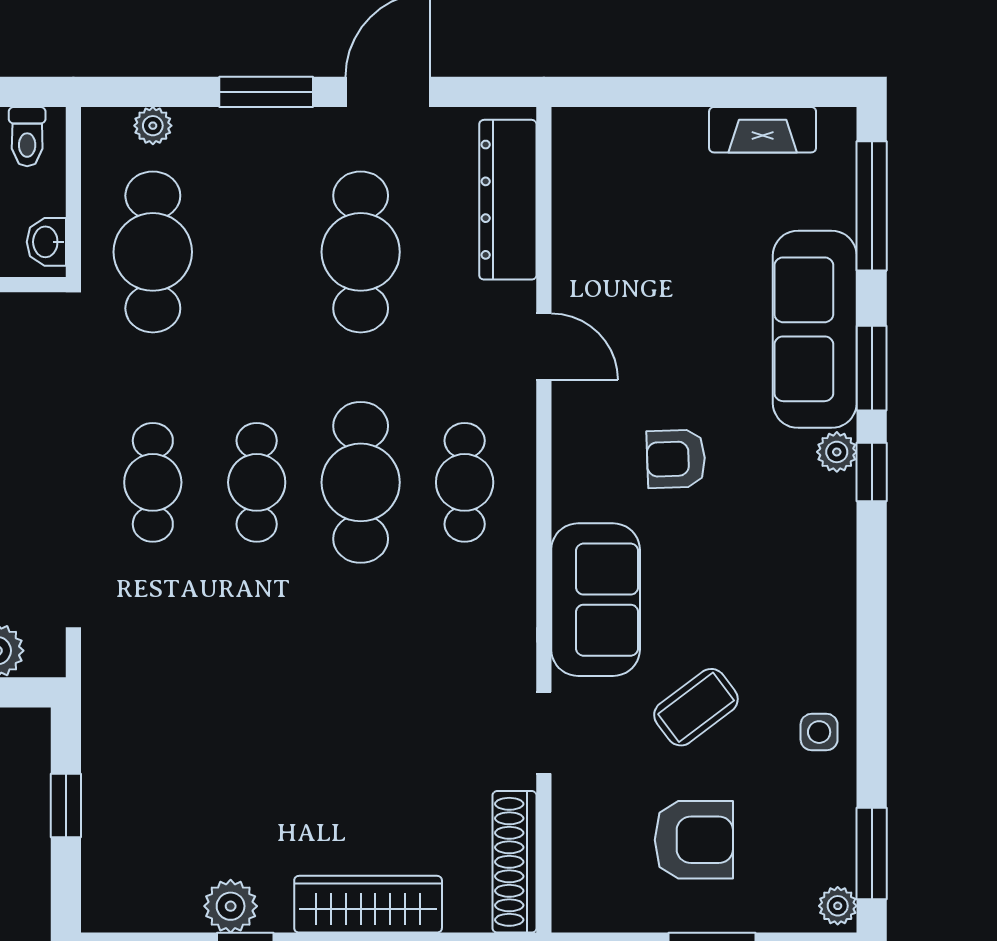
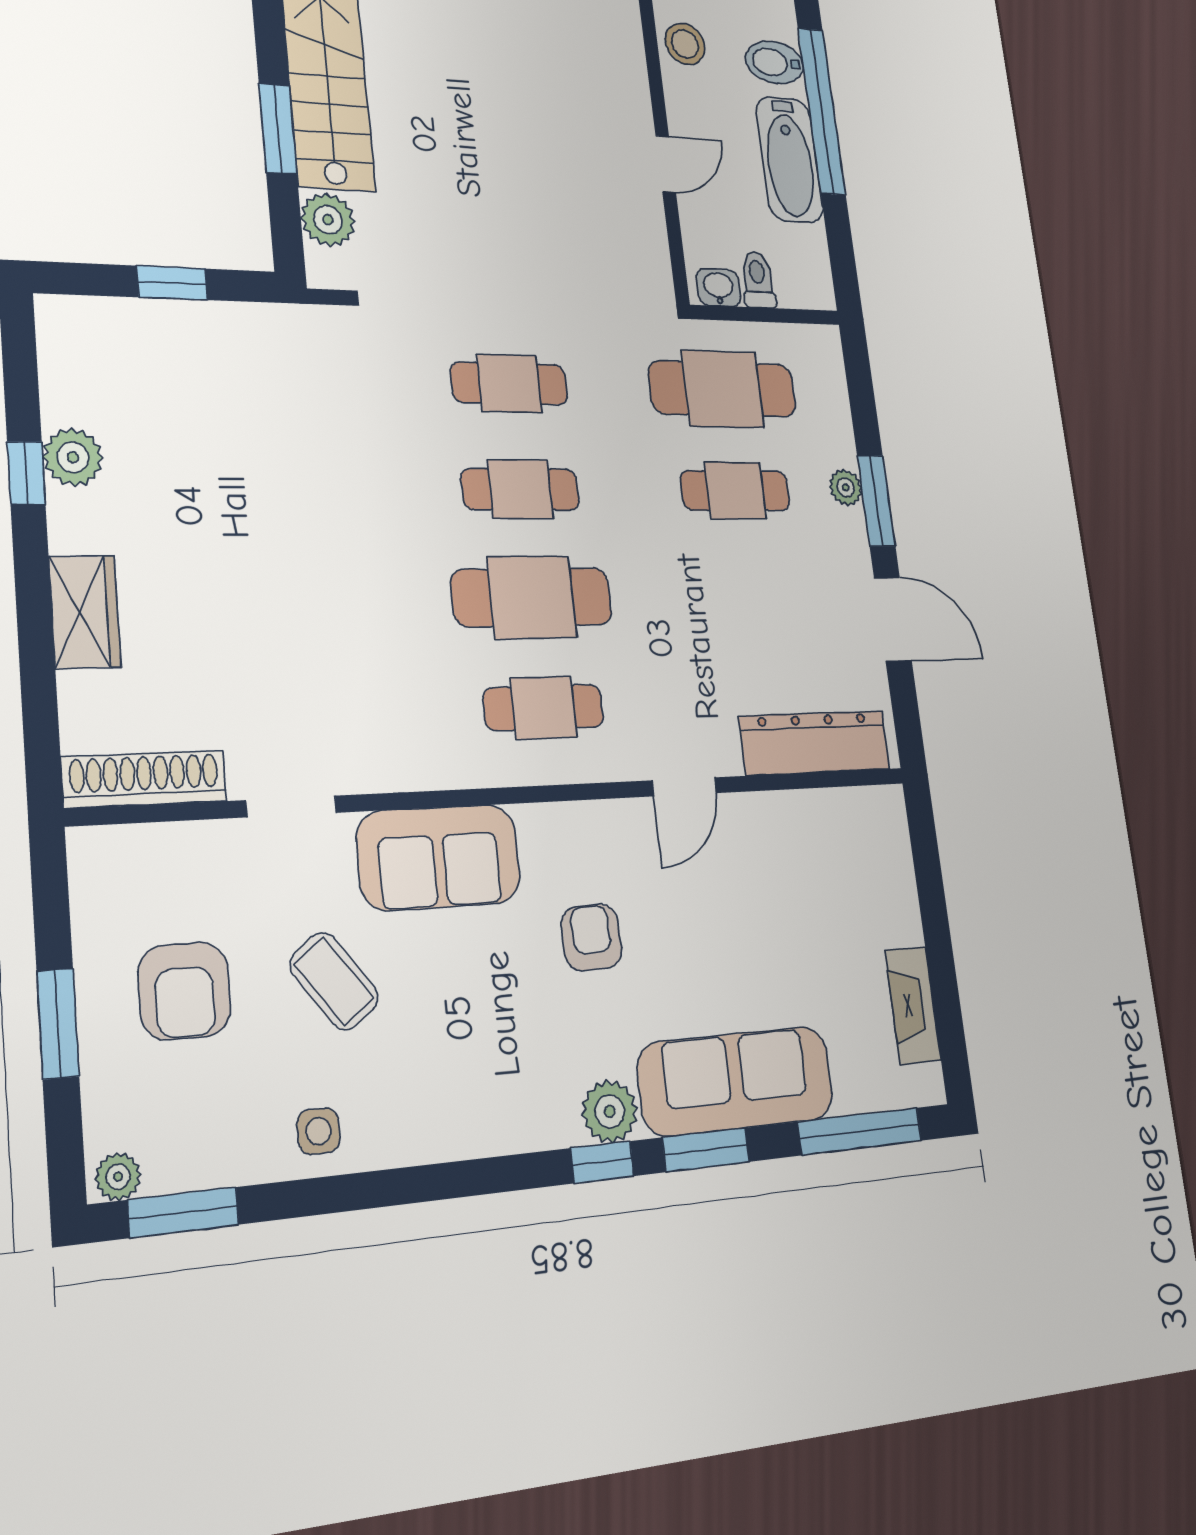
plant: (153, 126) -> (846, 487), moved
toilet: (27, 137) -> (758, 280), moved, turned 90
cafe table: (361, 252) -> (735, 491), moved, width x0.73, depth x0.74
plant: (837, 452) -> (610, 1111), width x1.38, depth x1.38
wardrobe: (368, 904) -> (85, 612), width x0.67

